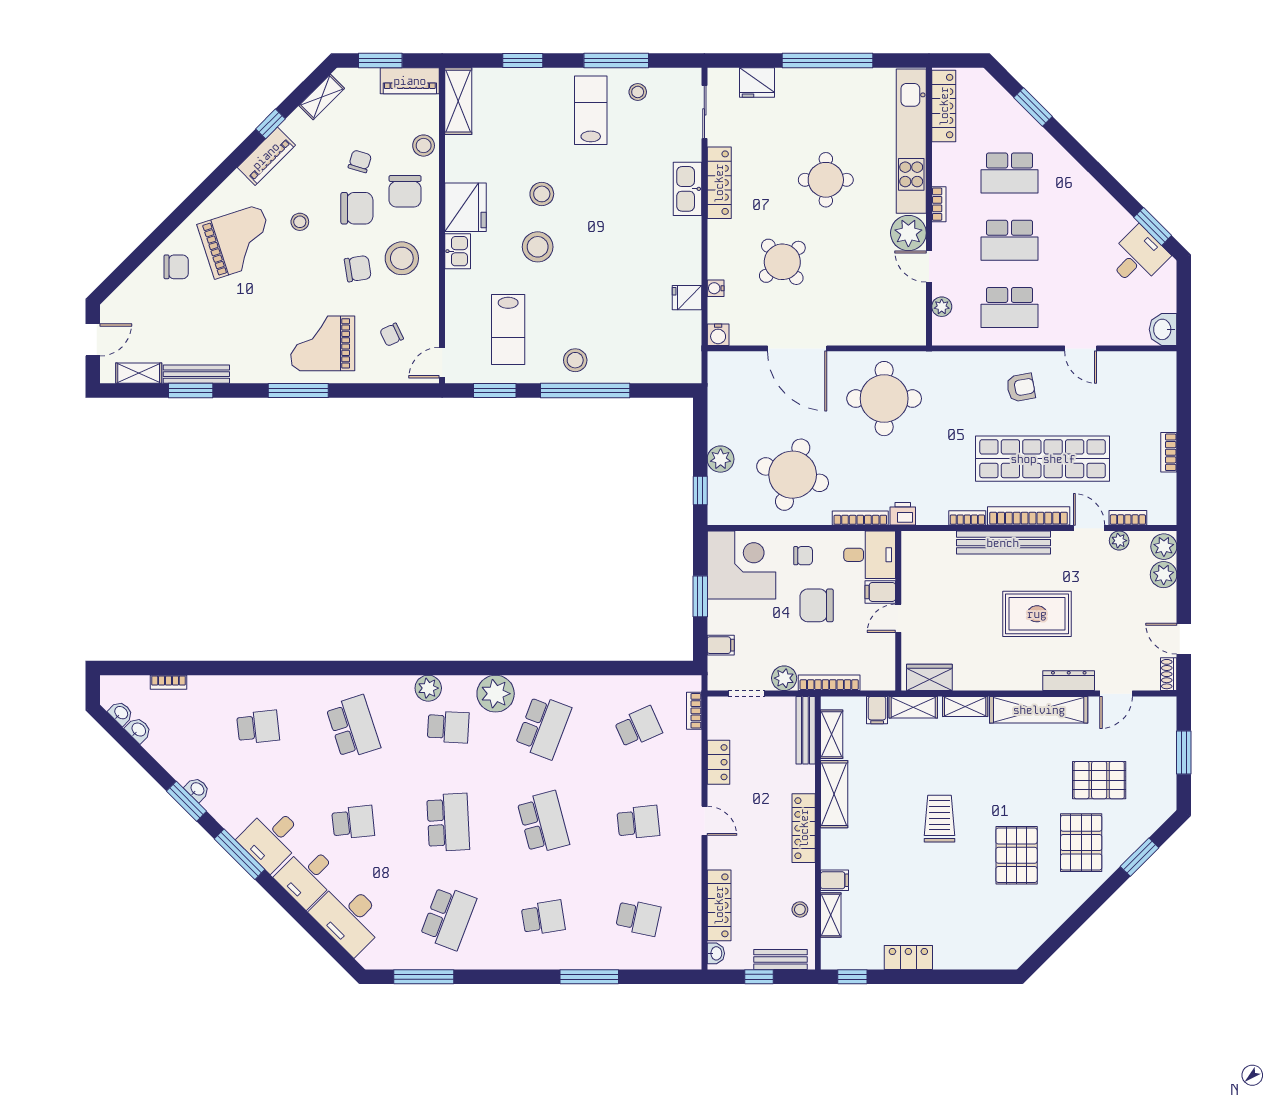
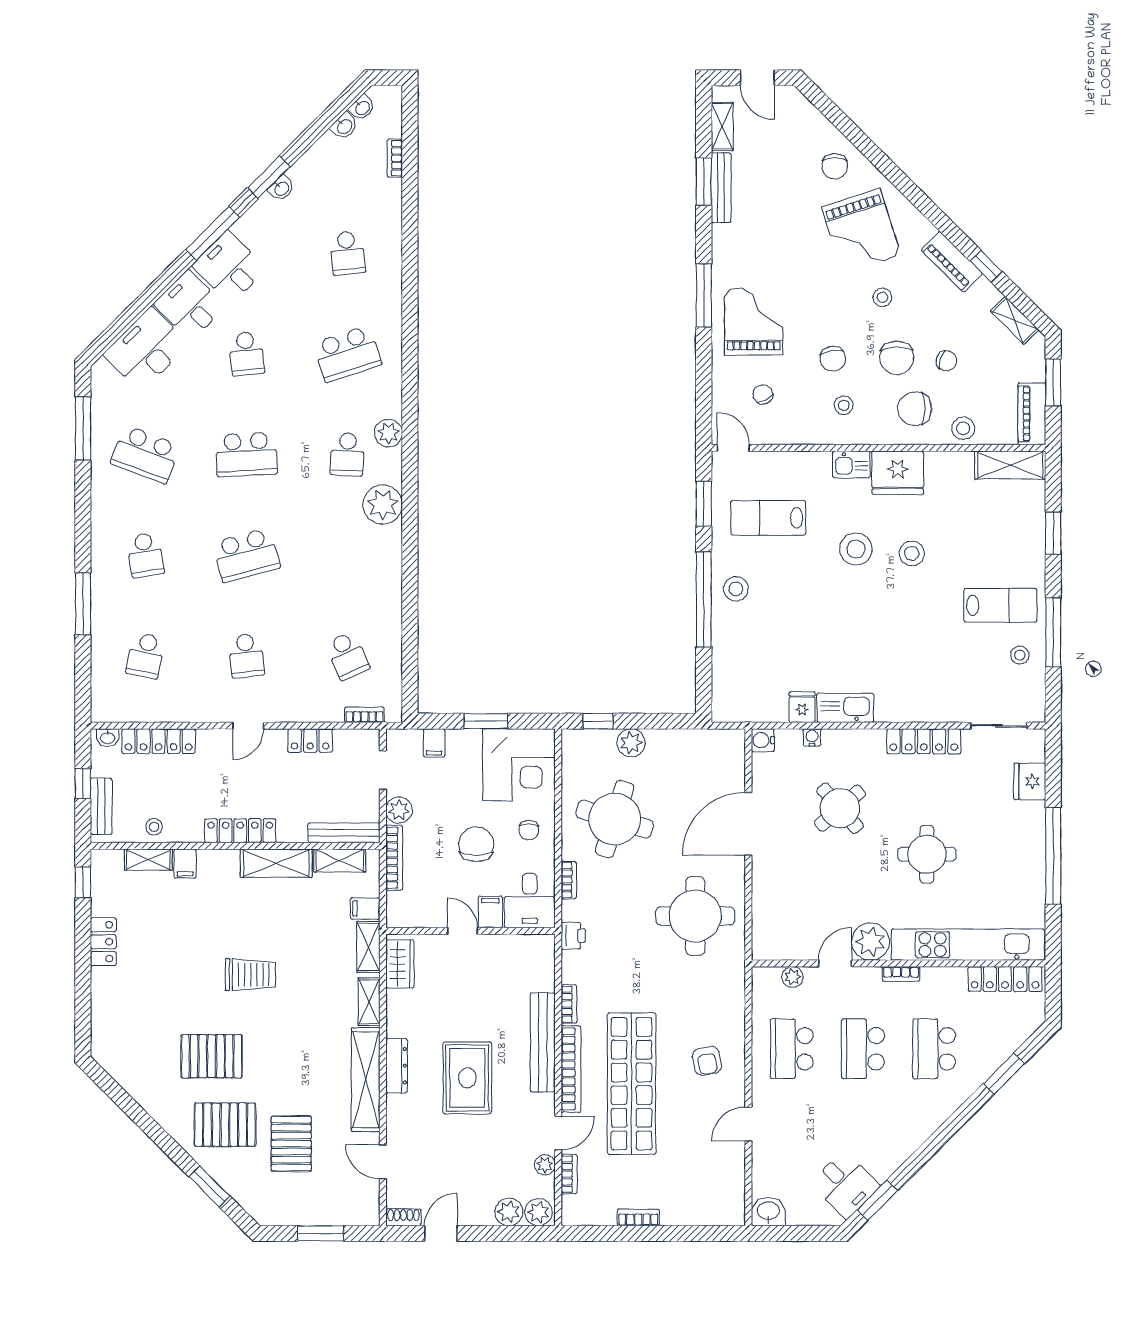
kitchen sink: (688, 189) -> (845, 708), moved
stool: (402, 258) -> (844, 405), width x0.53, depth x0.53
bookcase: (860, 518) -> (569, 880), width x0.64
dresser: (1069, 681) -> (397, 1066), moved
school desk: (543, 727) -> (347, 555), removed

